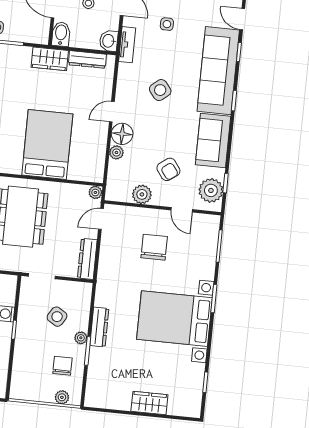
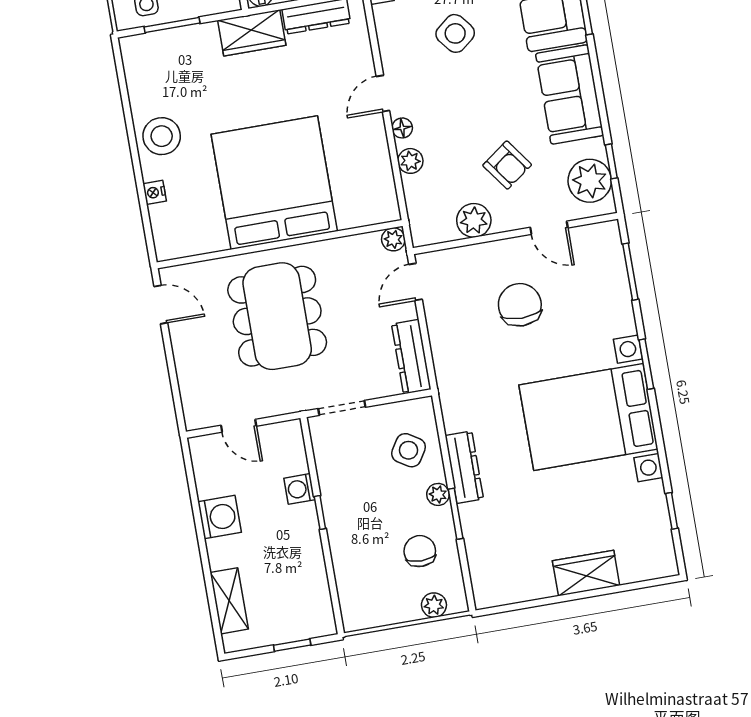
floor lamp: (122, 134) -> (402, 128), width x0.53, depth x0.53
bed: (47, 144) -> (274, 183), width x1.36
side table: (57, 317) -> (409, 450), moved

